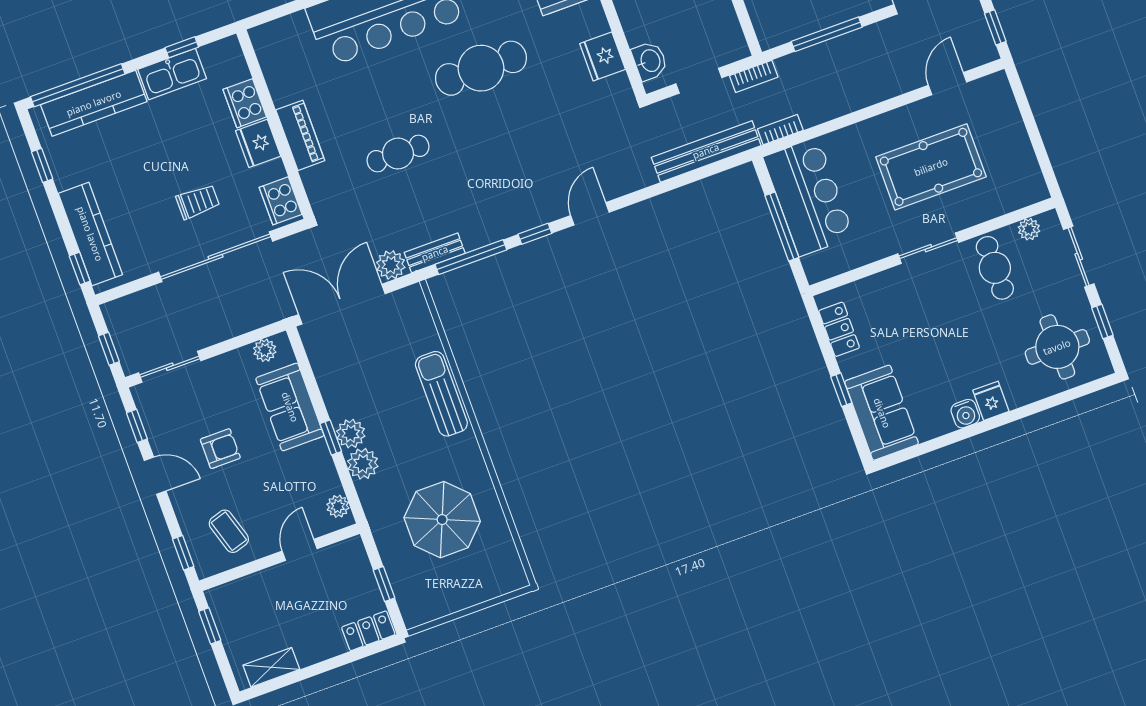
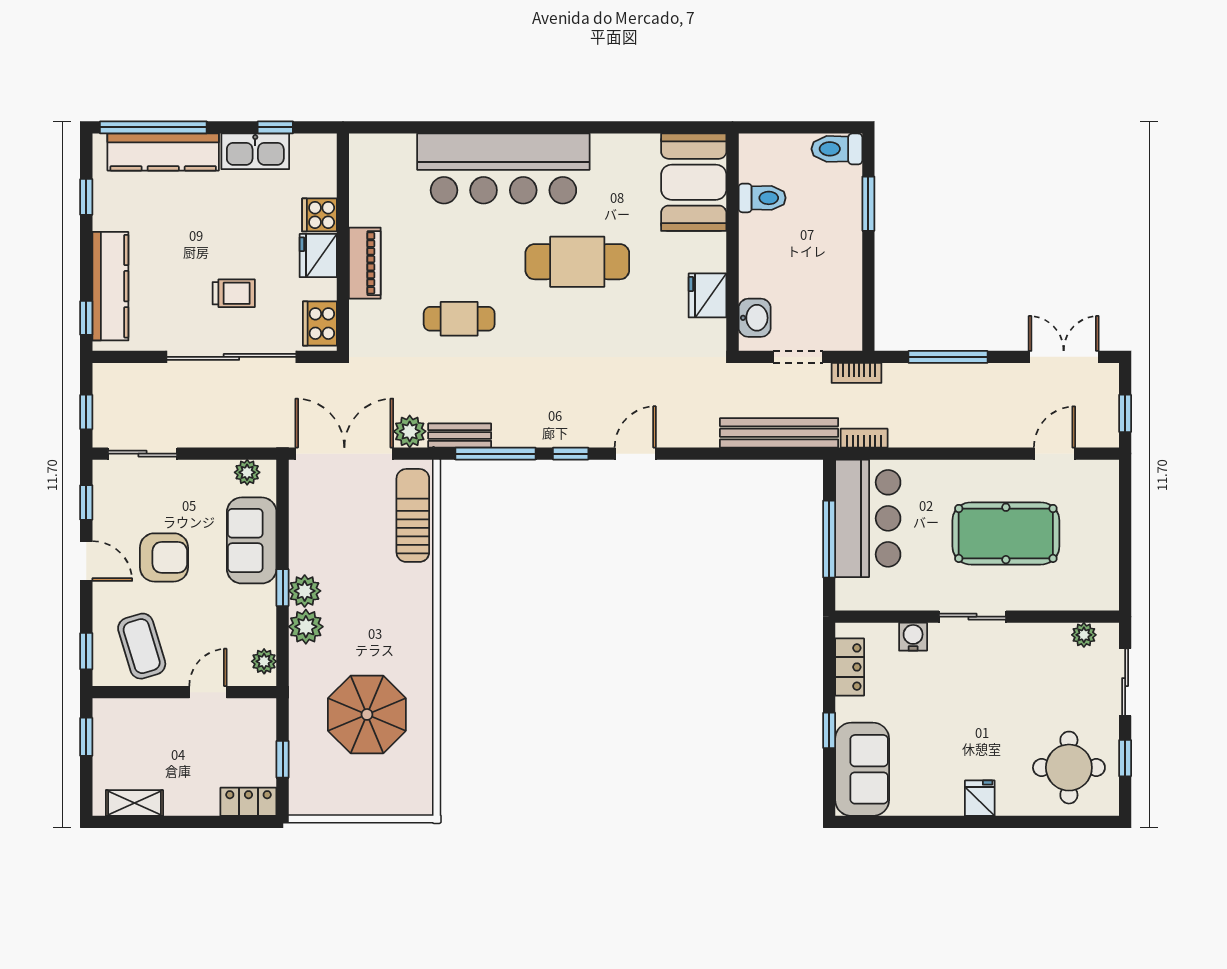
cooker: (245, 103) -> (319, 215), width x0.73
cafe table: (995, 268) -> (1034, 662), removed
sun lounger: (441, 394) -> (413, 515), moved
water cooler: (965, 414) -> (913, 637), moved, turned 180
armchair: (220, 449) -> (164, 557), width x1.38, depth x1.38
coffee table: (229, 531) -> (142, 646), width x1.36, depth x1.30

